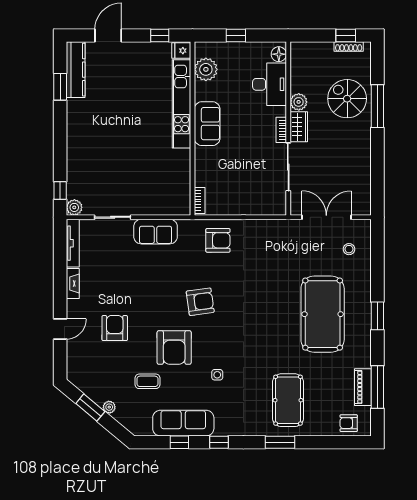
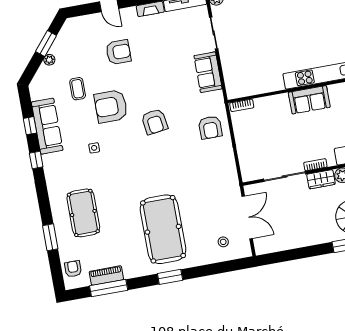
pool table: (323, 314) -> (163, 229), turned 90
pool table: (288, 400) -> (83, 213), turned 90
window: (280, 442) -> (50, 237), moved

